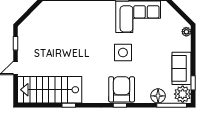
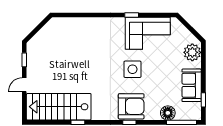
plant: (186, 32) -> (192, 52), width x1.87, depth x1.87
armchair: (122, 89) -> (131, 106), turned 90
plant: (183, 94) -> (193, 111), removed

